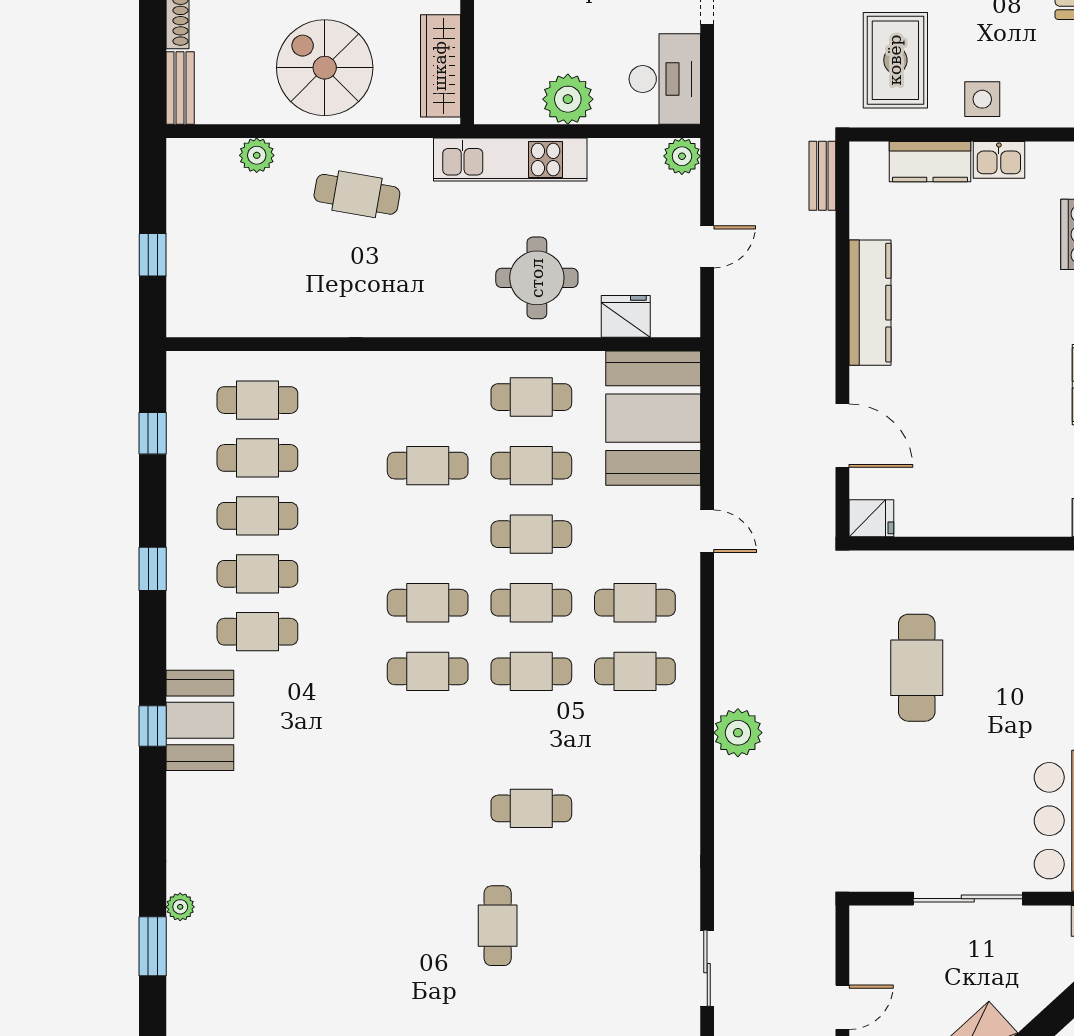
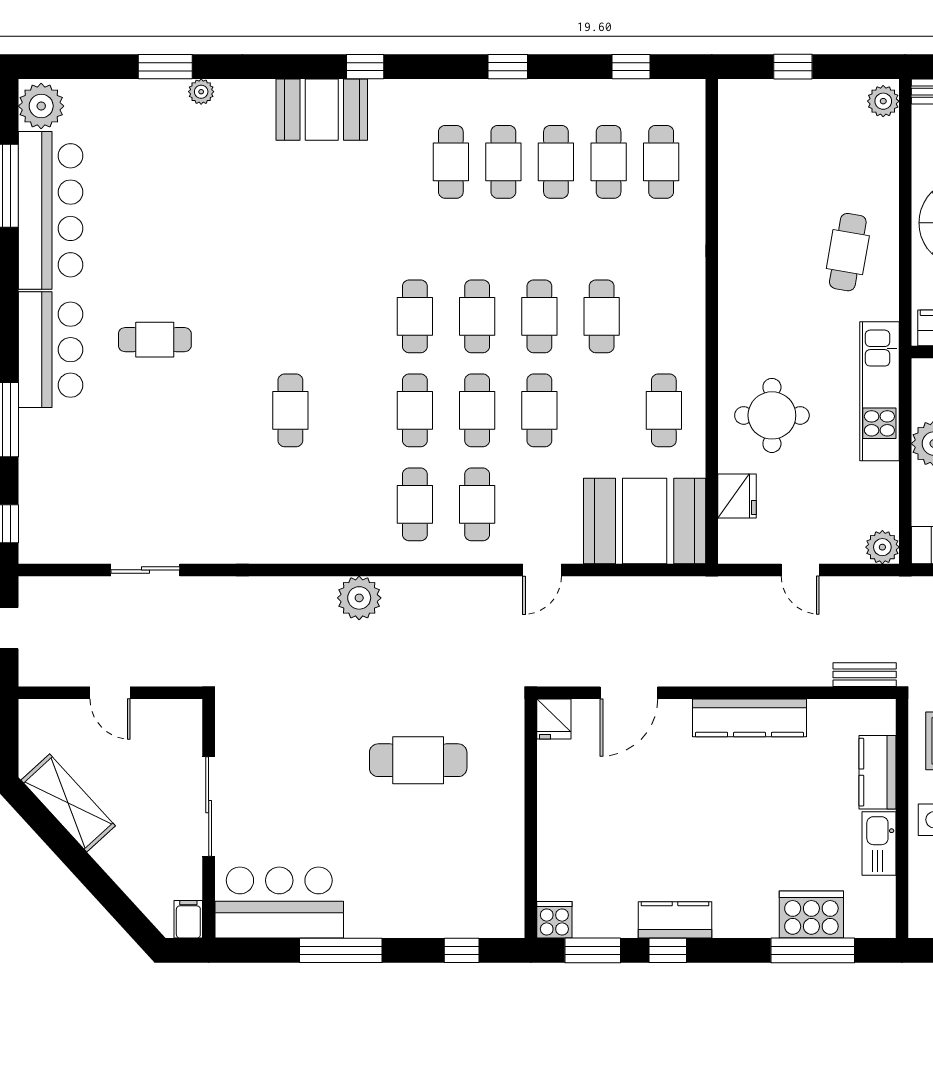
plant: (257, 155) -> (883, 101), moved
kitchen sink: (999, 160) -> (879, 843), width x1.38
cafe table: (531, 466) -> (539, 316), moved
booth: (200, 720) -> (322, 110), moved
cafe table: (498, 926) -> (155, 340), moved

